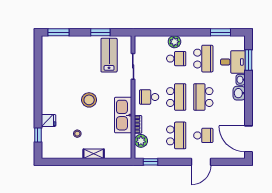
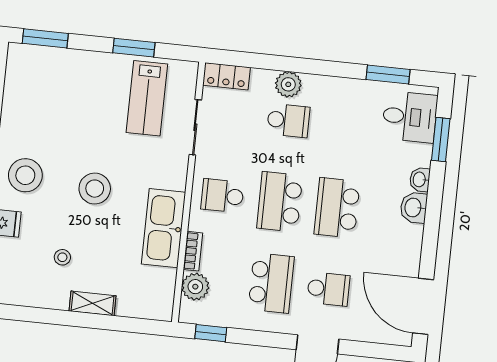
locker: (145, 41) -> (226, 76), added
lab bench: (109, 55) -> (147, 98), turned 180
school desk: (203, 59) -> (346, 127), removed
desk: (233, 62) -> (410, 117), moved
stool: (56, 97) -> (25, 175), added
school desk: (176, 97) -> (280, 202), turned 180

